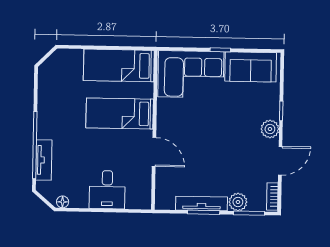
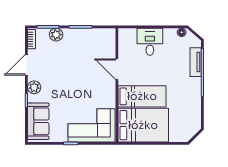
bed: (119, 65) -> (143, 125), width x1.50
sofa: (251, 67) -> (38, 121), moved, turned 90
tv unit: (201, 203) -> (82, 33), removed

